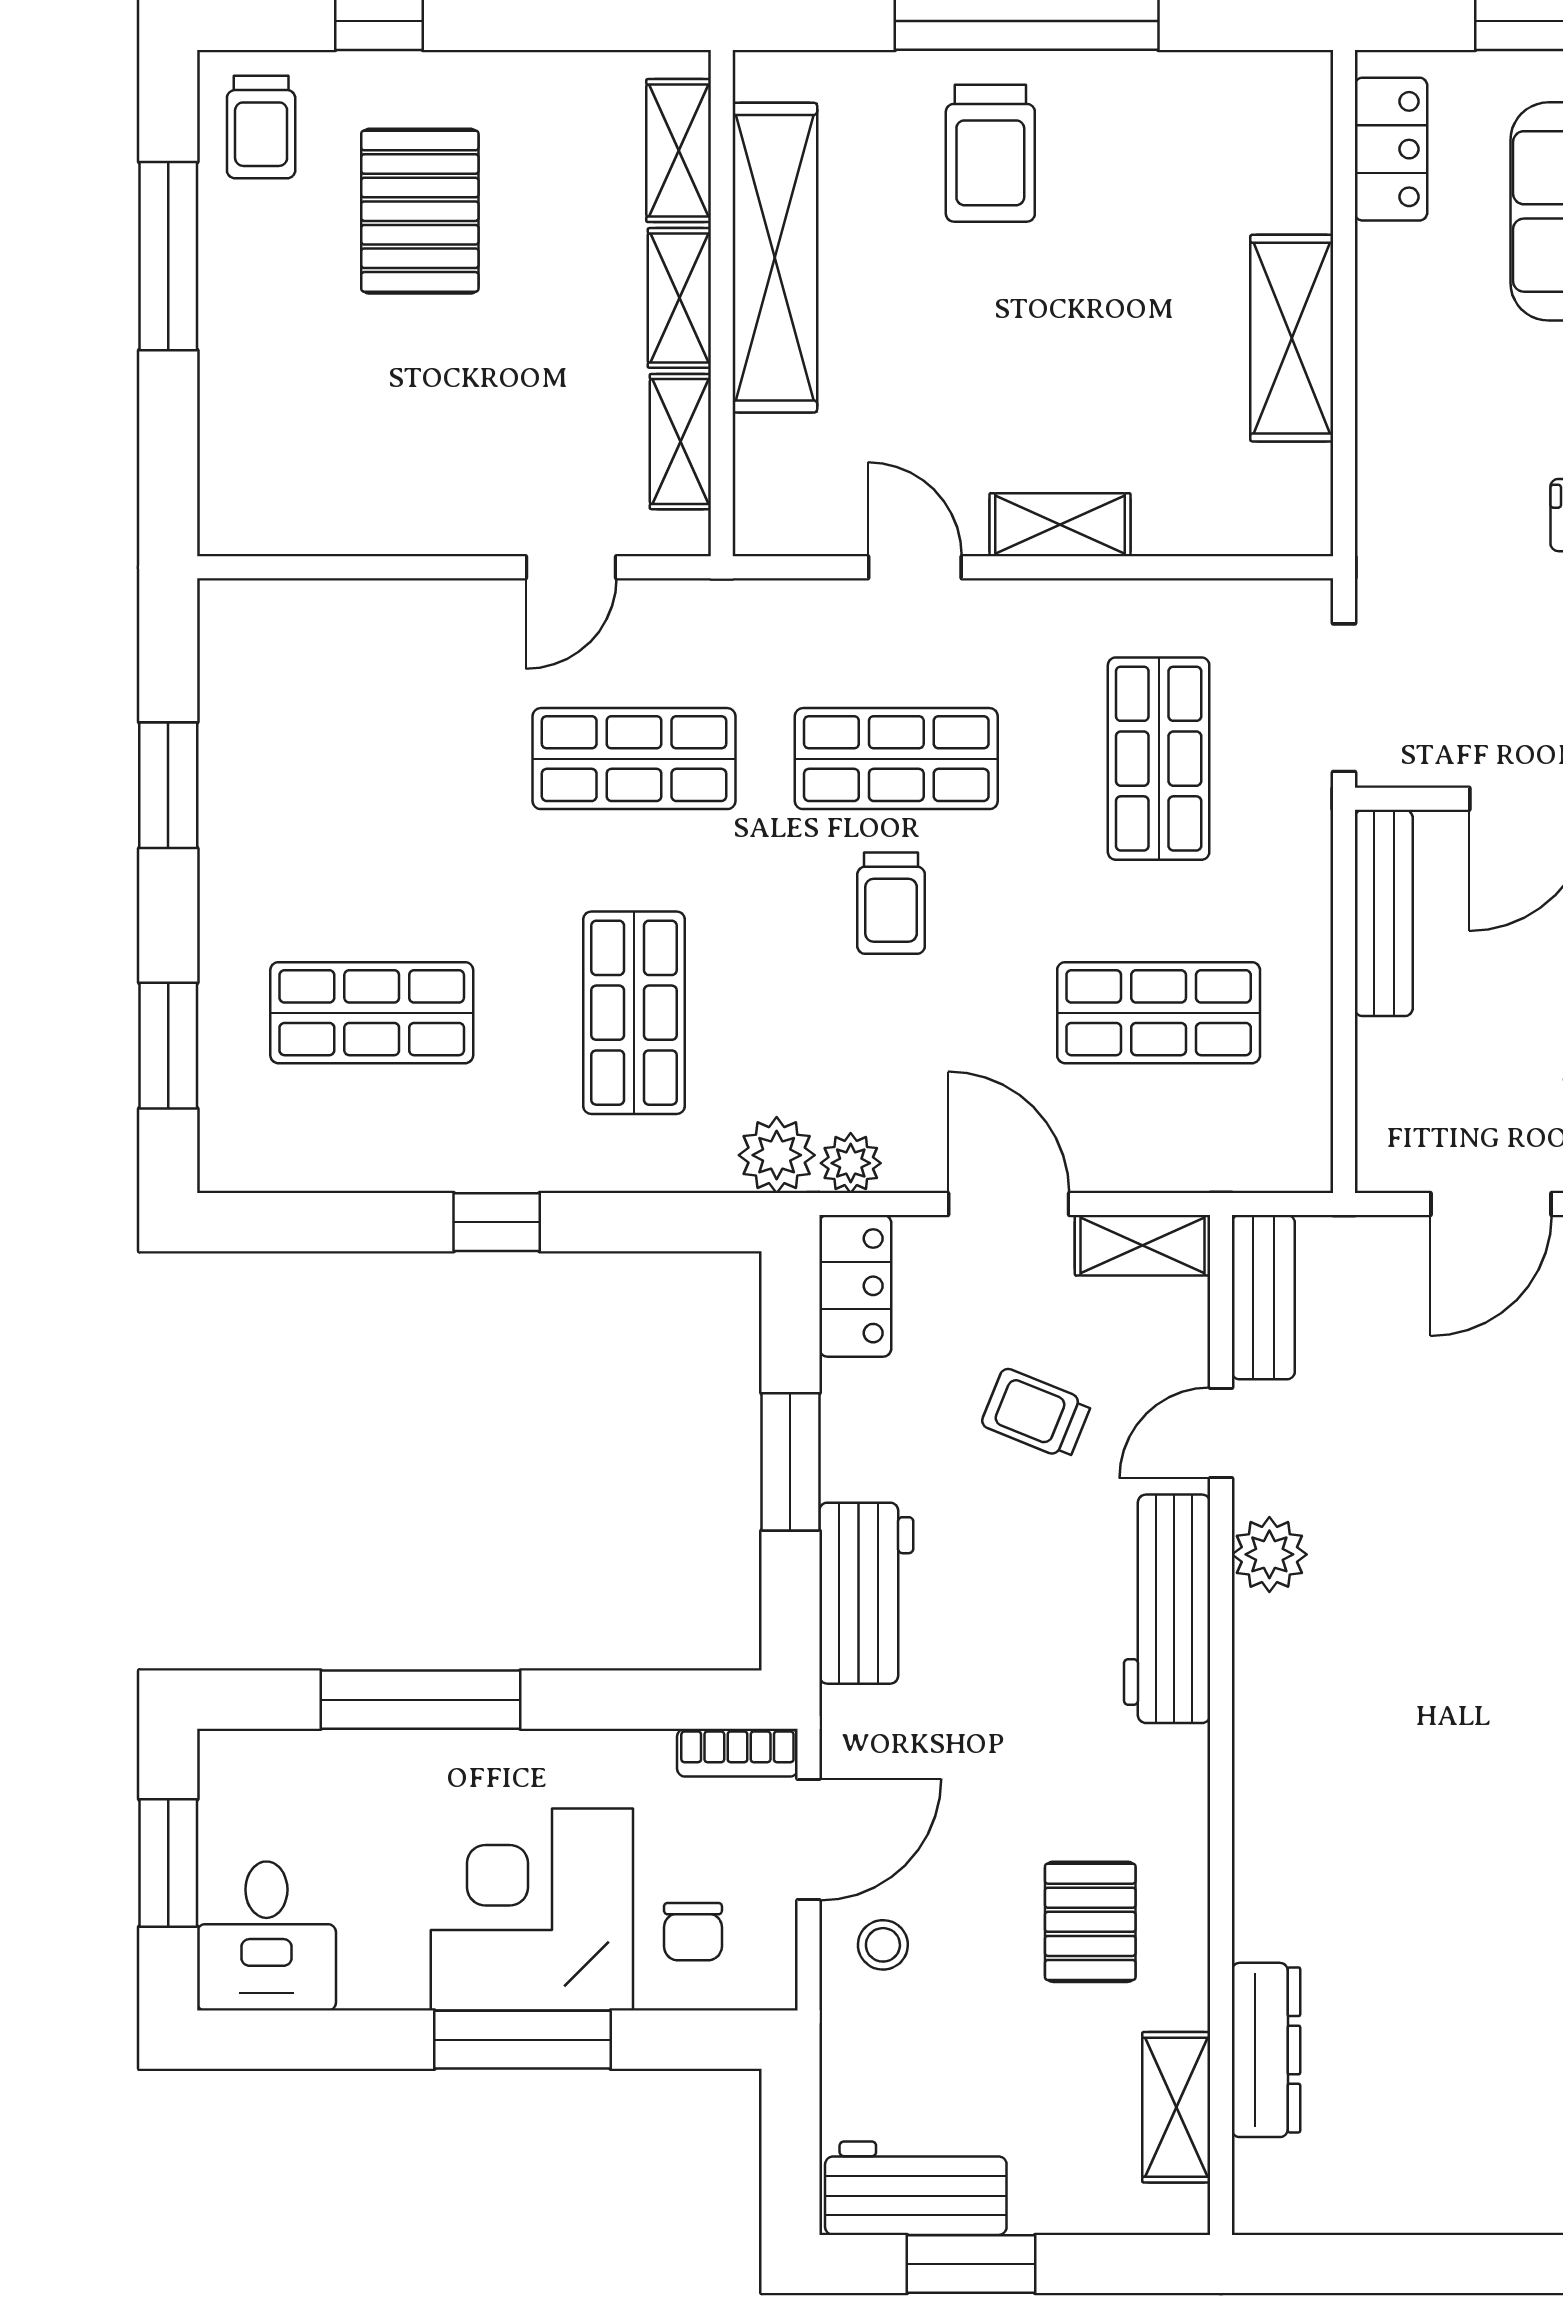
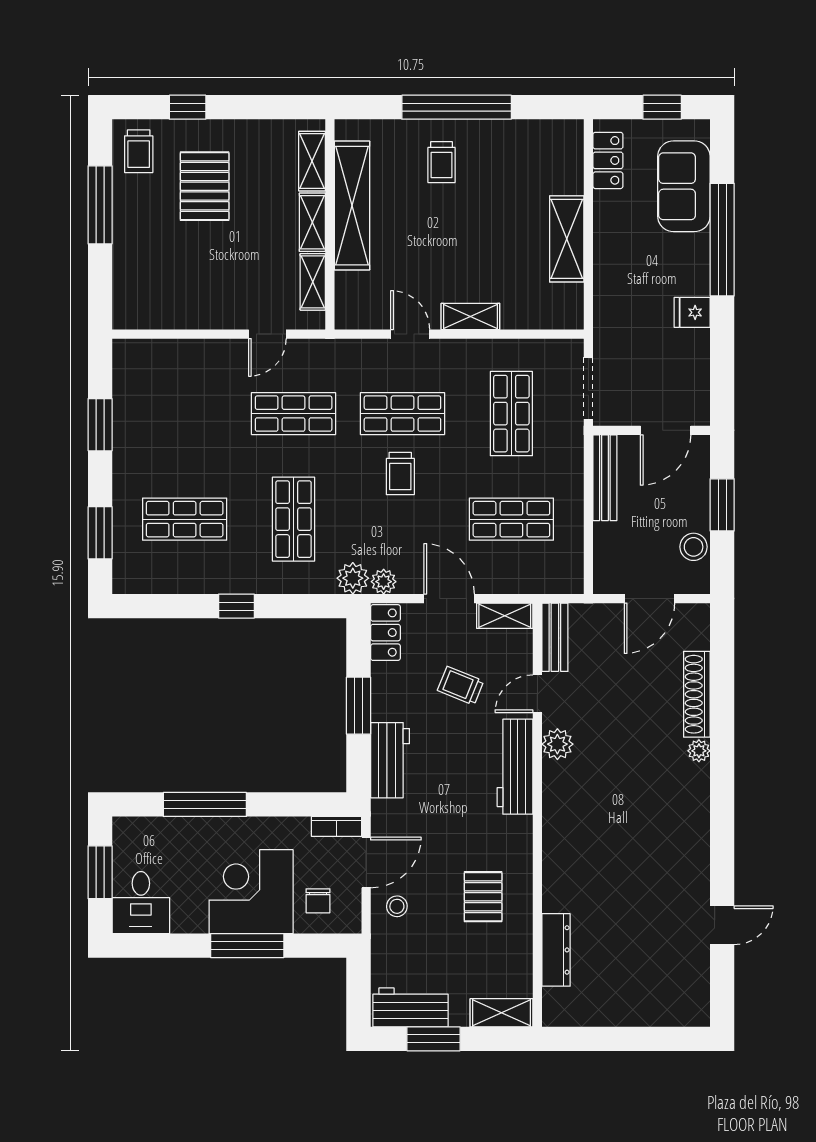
trolley: (990, 153) -> (442, 162), width x0.73, depth x0.72
shelving: (1176, 2107) -> (502, 1013), moved, turned 90

